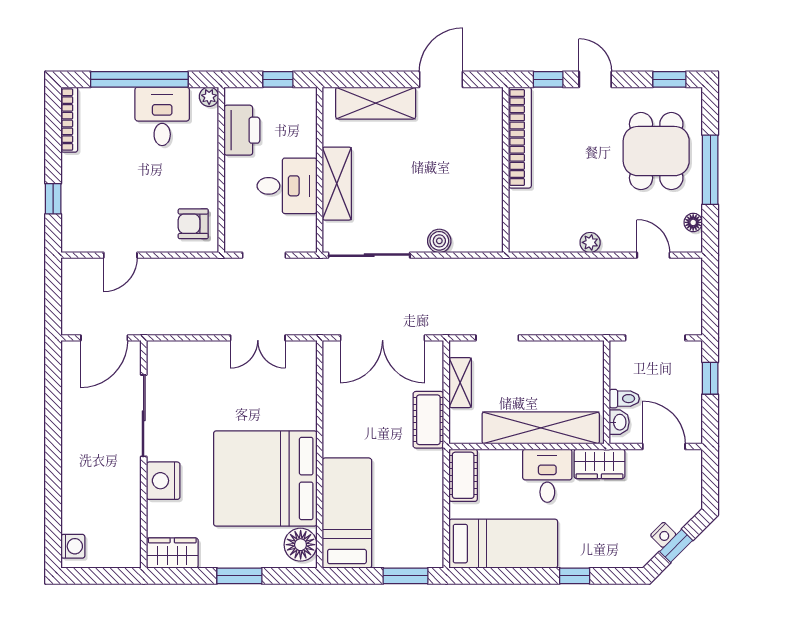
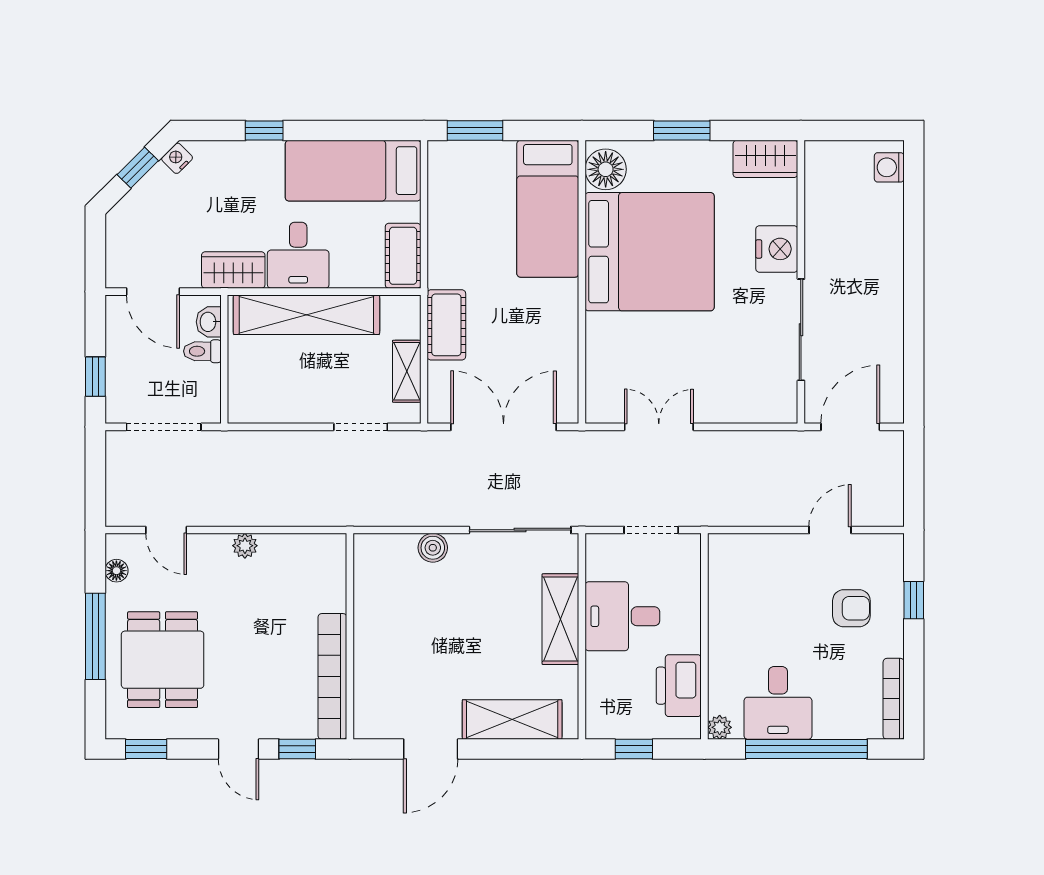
armchair: (193, 224) -> (851, 608), moved
nightstand: (663, 535) -> (177, 158), moved

